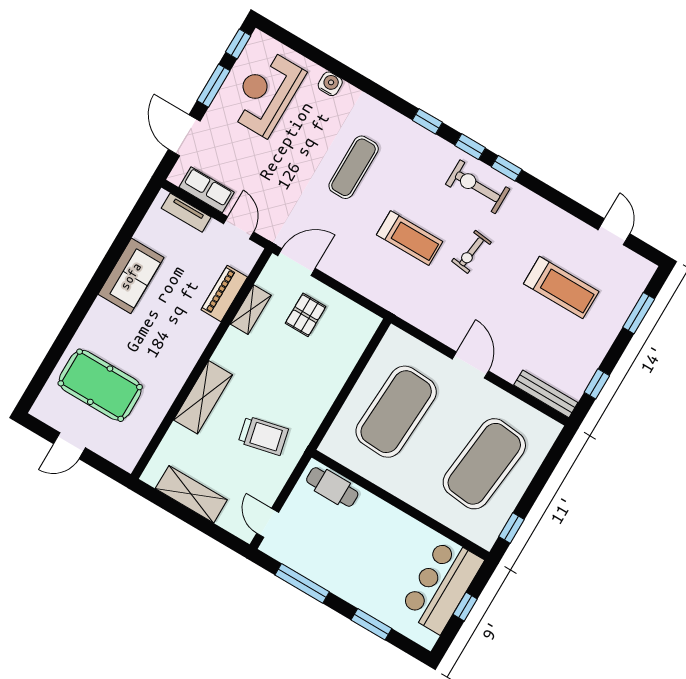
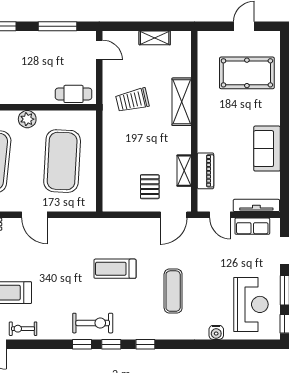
tv unit: (186, 213) -> (256, 205), width x1.41
exercise bike: (472, 252) -> (23, 329), moved, turned -97
plant: (409, 490) -> (27, 119), added
shelving: (191, 494) -> (155, 38), width x0.67, depth x0.75

